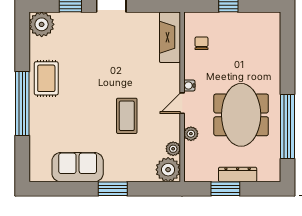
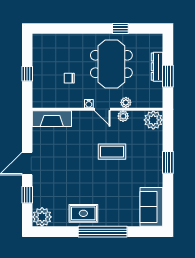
chair: (201, 43) -> (69, 78), moved
meeting table: (241, 115) -> (111, 64), turned 90
window: (287, 127) -> (120, 28), width x0.32
plant: (173, 149) -> (123, 116), moved
sofa: (78, 167) -> (151, 207), moved

